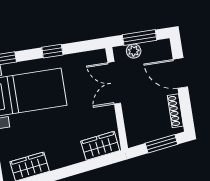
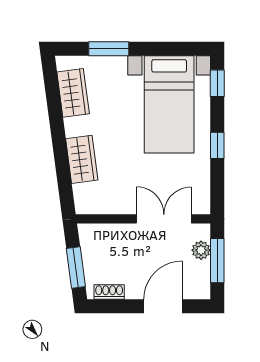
shoe rack: (175, 111) -> (109, 292), width x0.70
wardrobe: (100, 146) -> (82, 159), moved

